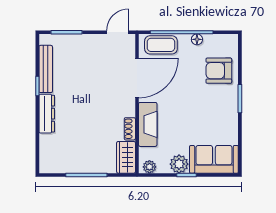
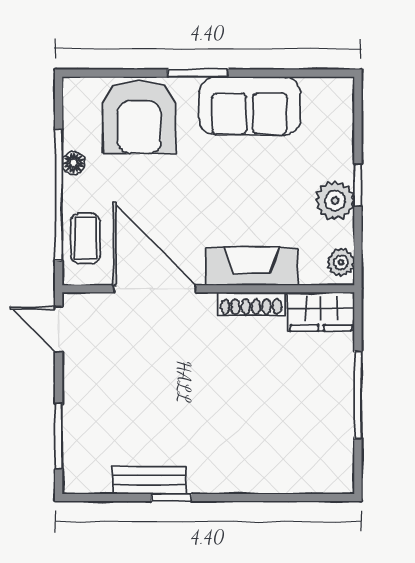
coffee table: (161, 45) -> (85, 238), width x0.73, depth x0.77
bench: (46, 69) -> (149, 480), width x0.73
armchair: (219, 71) -> (139, 117), width x1.36, depth x1.36
dresser: (47, 114) -> (229, 478), removed
shoe rack: (130, 129) -> (251, 304), width x1.43
sofa: (214, 159) -> (250, 106), moved, turned -90

